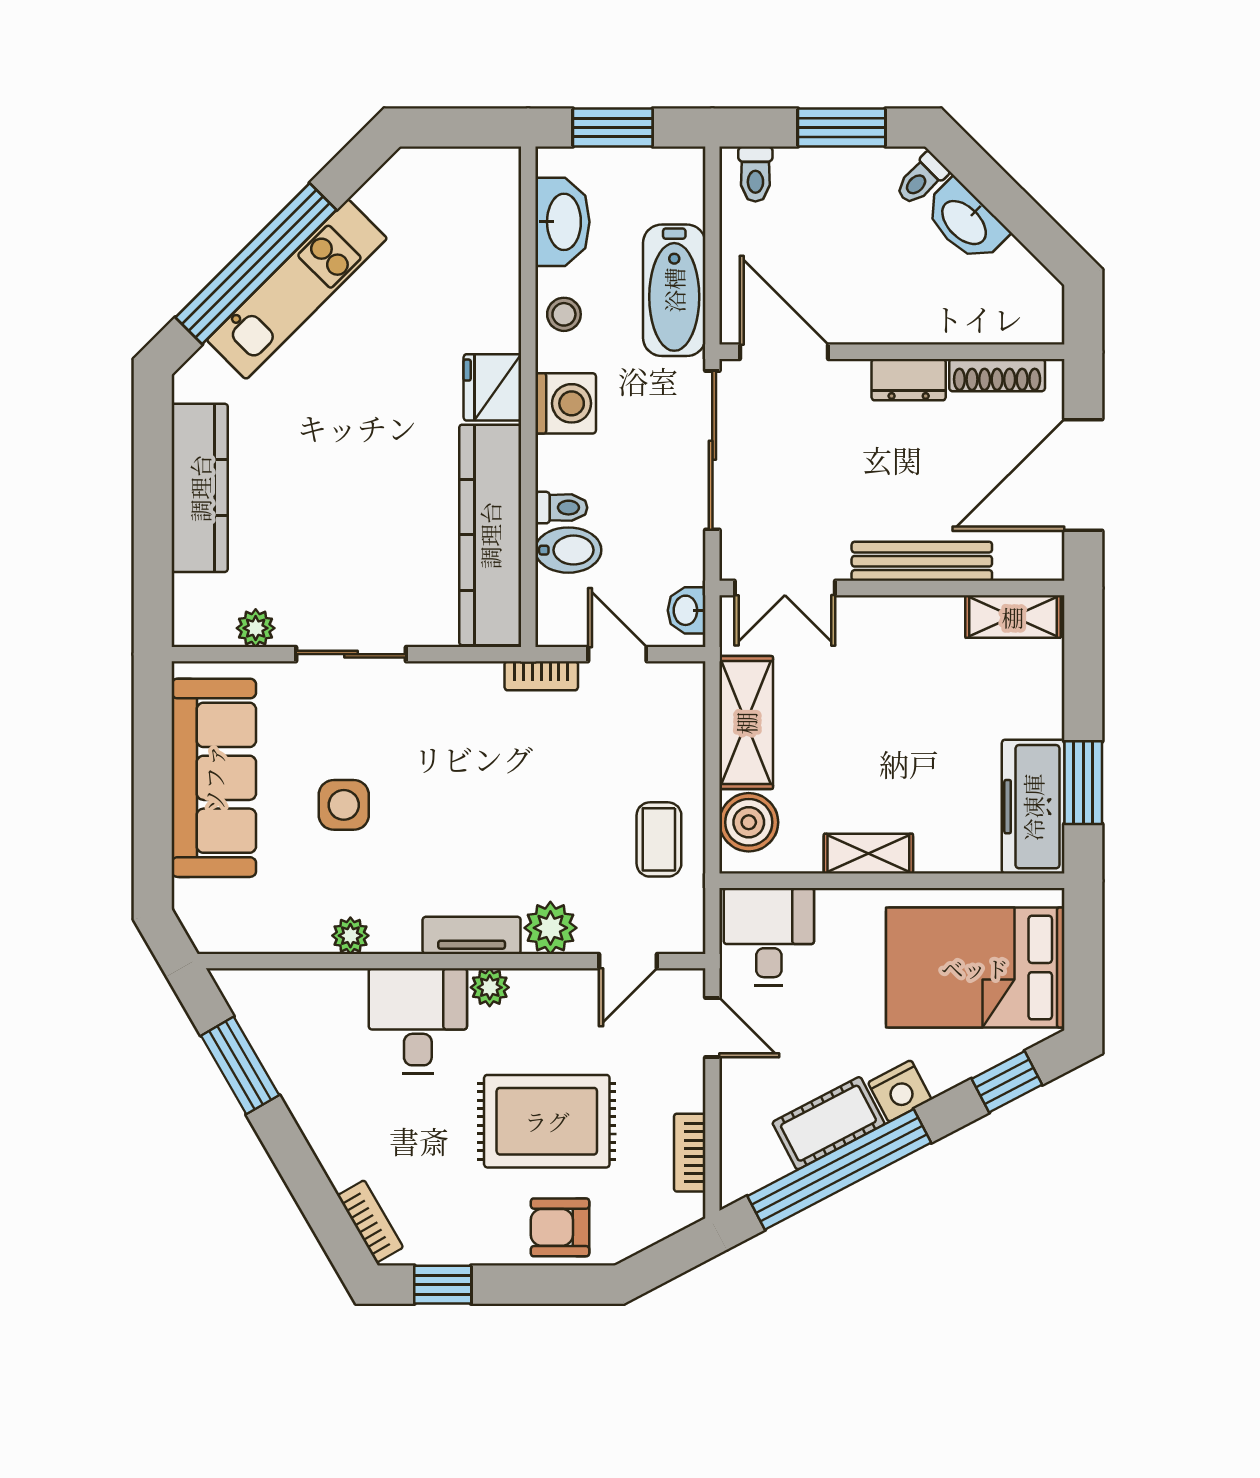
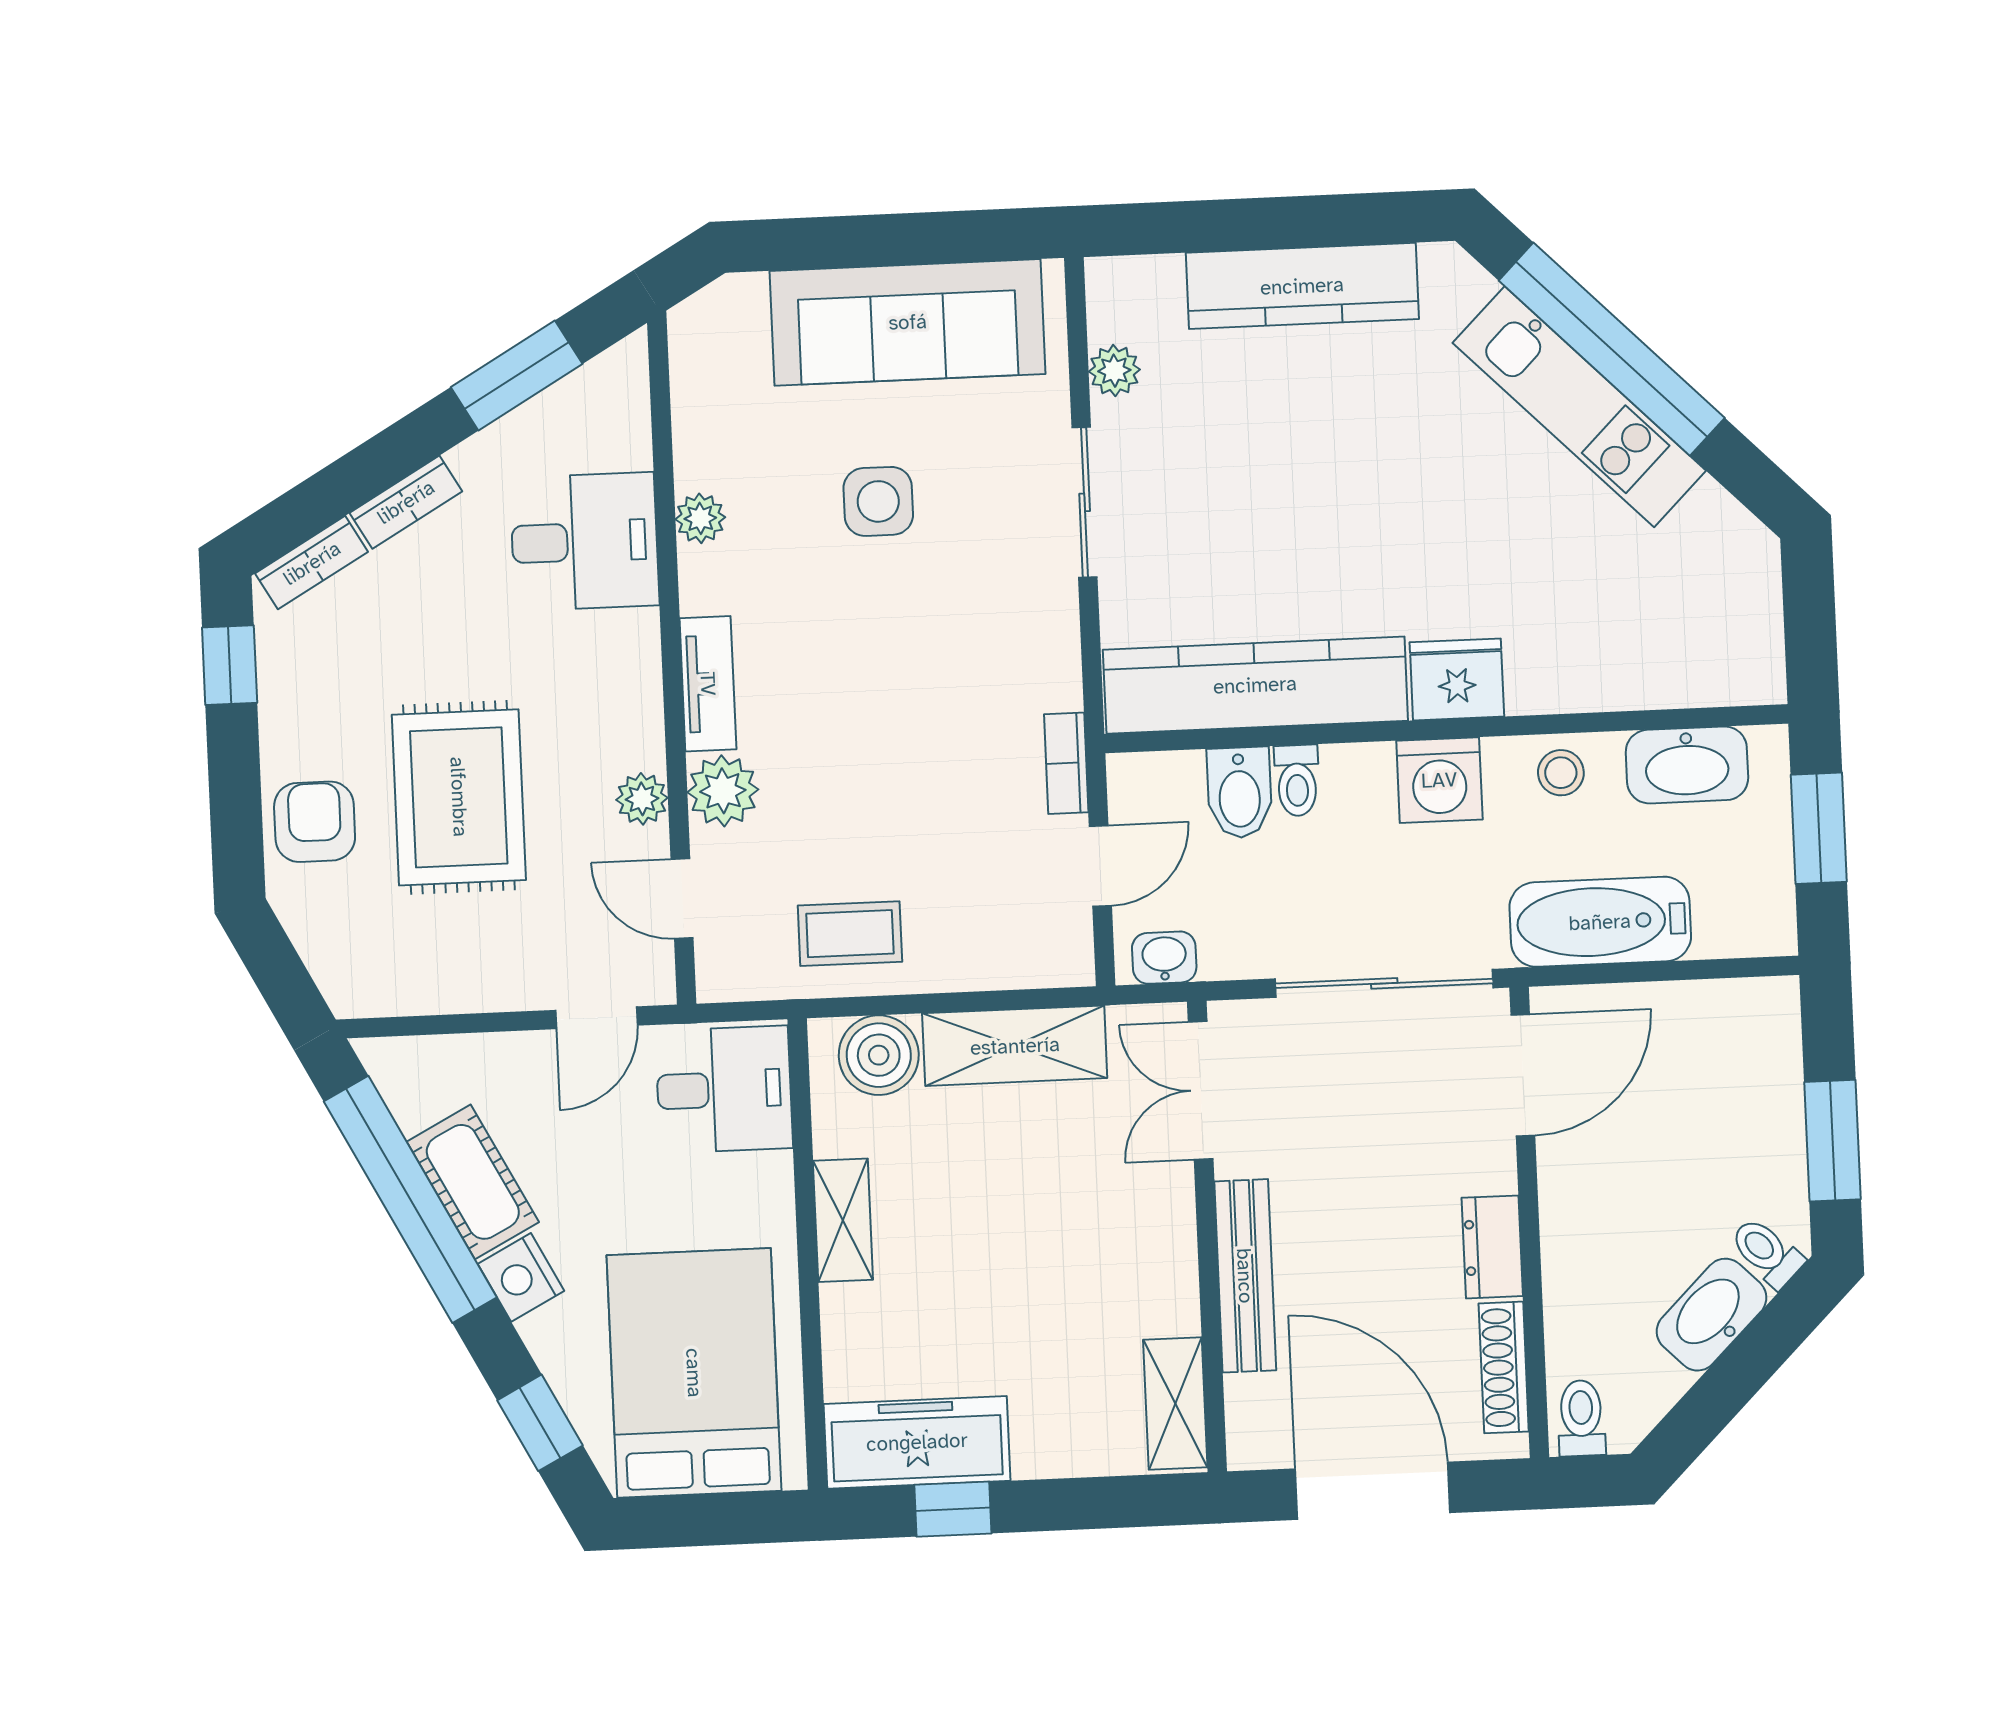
toilet: (755, 174) -> (1581, 1418), moved, turned 90
window: (1083, 783) -> (953, 1509), width x0.67
plant: (490, 987) -> (642, 799), moved
desk: (418, 1021) -> (585, 542), moved
bookcase: (690, 1153) -> (406, 502), moved, turned 150

